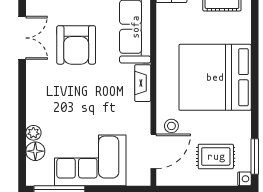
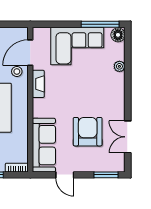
fireplace: (143, 83) -> (38, 84), moved
floor lamp: (35, 151) -> (118, 35), moved

